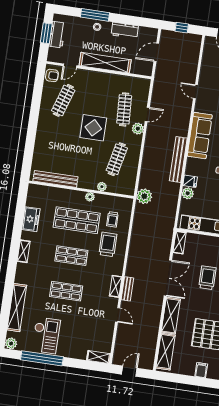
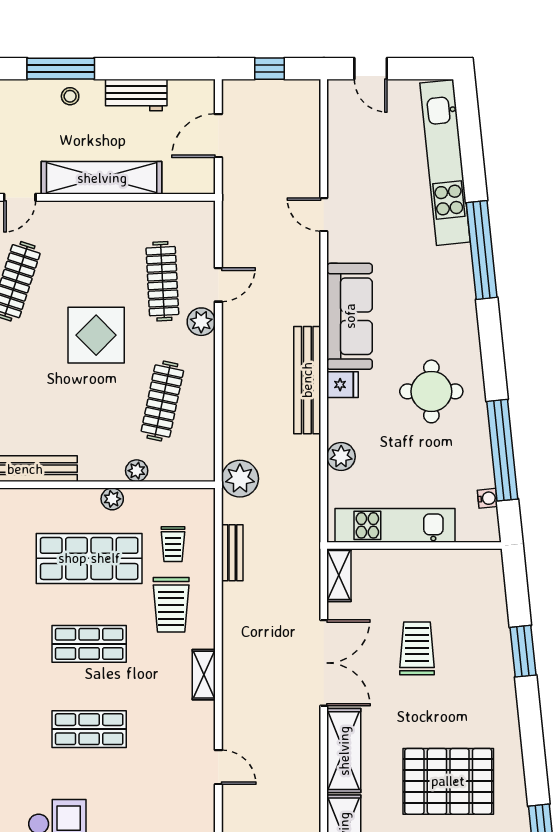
fridge: (190, 181) -> (343, 385), moved
trolley: (108, 244) -> (171, 605), turned 180
shelving: (116, 286) -> (204, 675), moved
bench: (127, 289) -> (232, 553), moved

